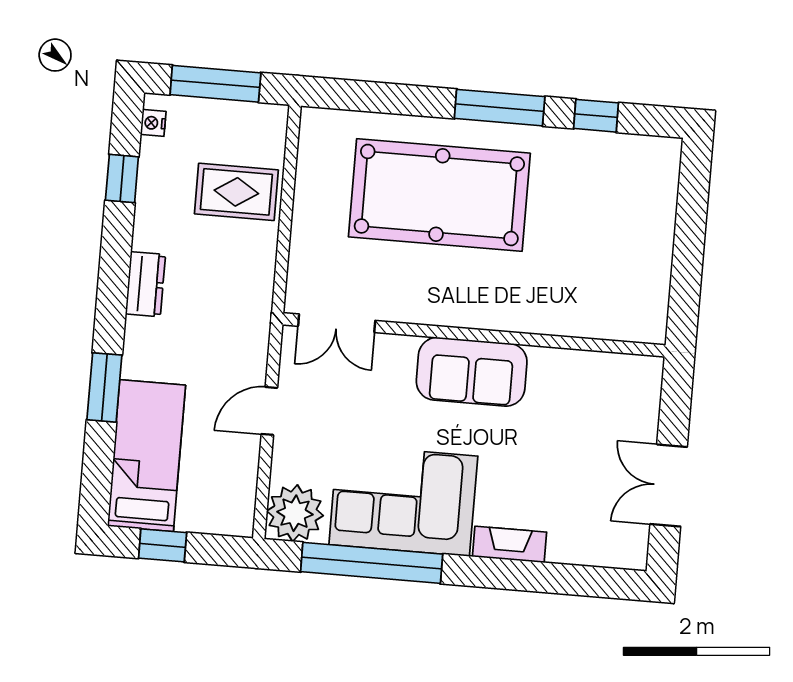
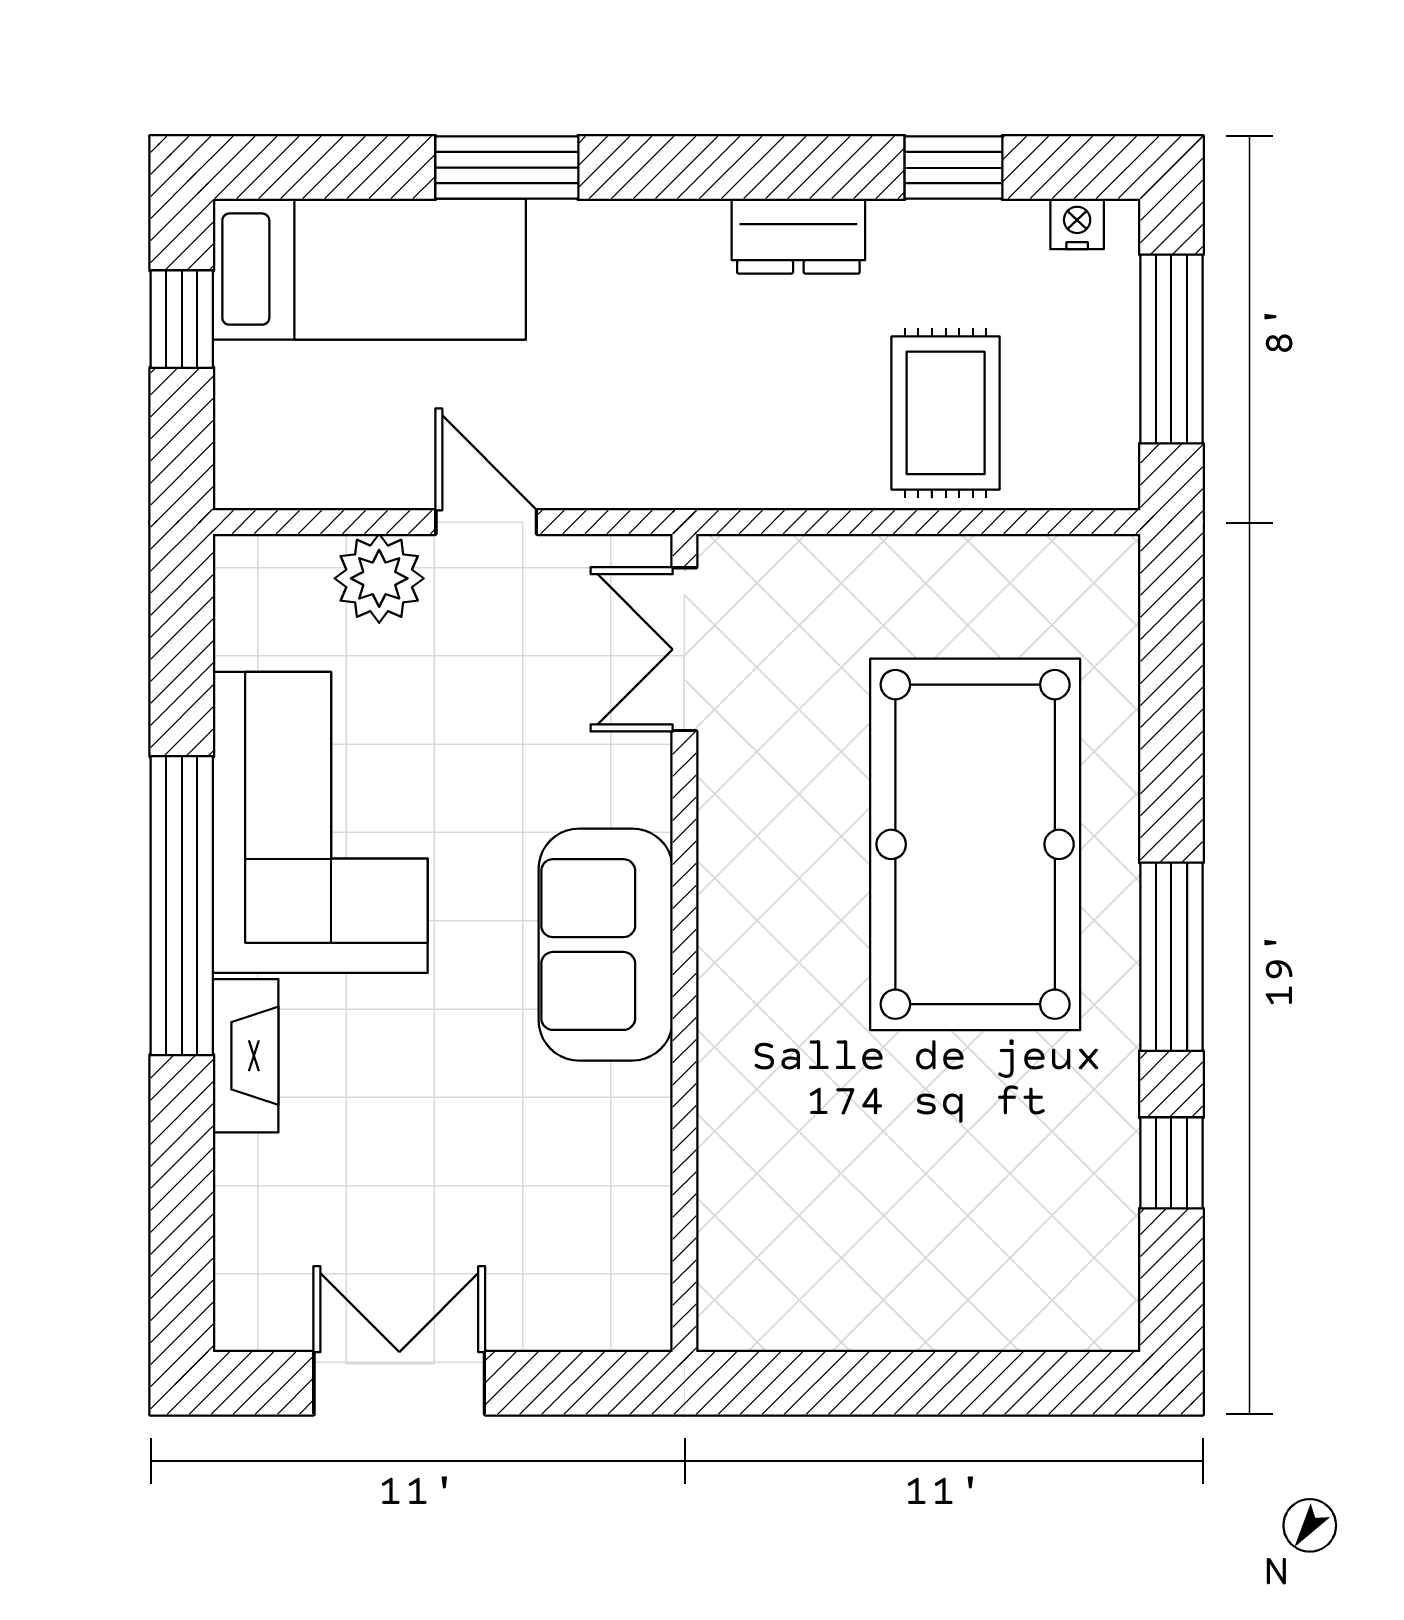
dresser: (145, 284) -> (798, 236), moved
plant: (295, 513) -> (379, 578), moved, width x0.73, depth x0.73
window: (372, 563) -> (182, 906), moved

